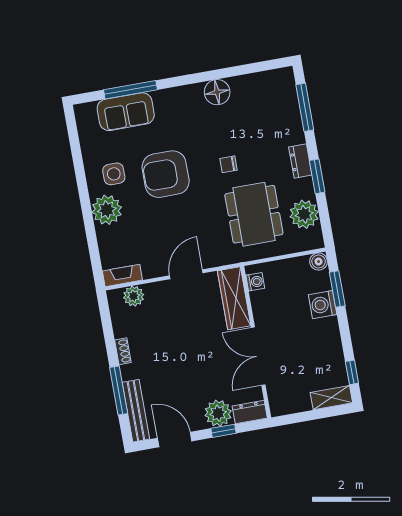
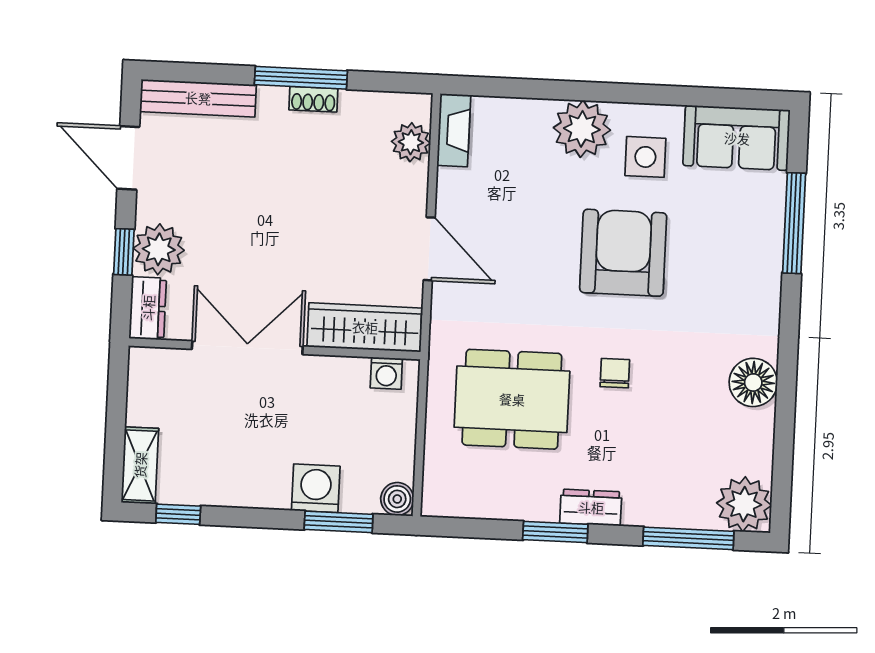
sofa: (126, 112) -> (737, 138), moved, turned -90
plant: (304, 214) -> (744, 504), moved
window: (119, 390) -> (301, 78), moved
door: (175, 440) -> (128, 158), swing flipped

